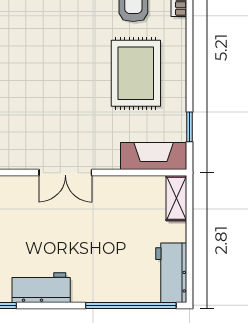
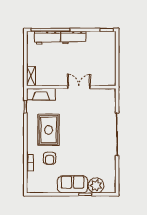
workbench: (171, 273) -> (47, 38), moved, turned 90
workbench: (41, 288) -> (73, 37), moved

